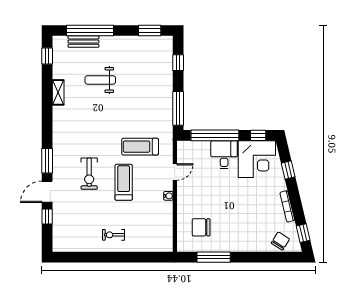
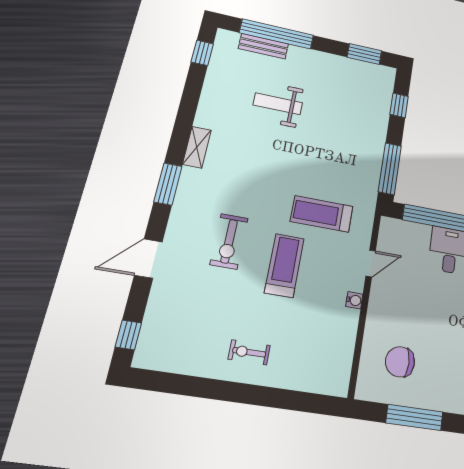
shelving: (58, 92) -> (197, 147), moved
window: (47, 161) -> (168, 184), moved
window: (47, 217) -> (128, 335), moved

